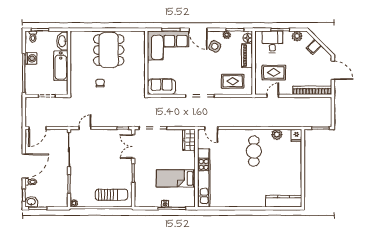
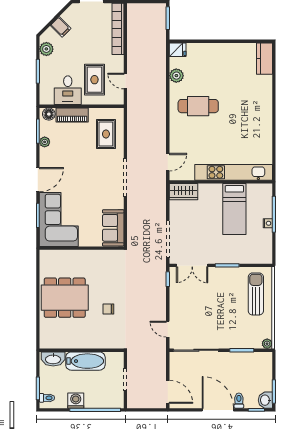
desk: (272, 42) -> (68, 90), moved, turned -90
side table: (215, 46) -> (60, 158), removed
kitchen counter: (284, 201) -> (264, 59), width x0.67

